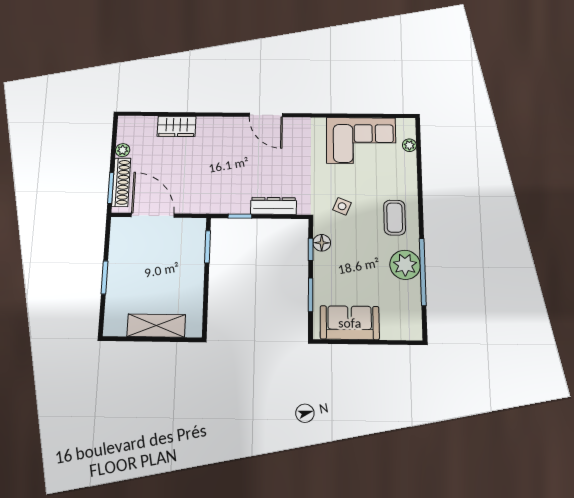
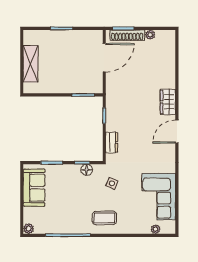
wardrobe: (177, 126) -> (168, 102), moved
dresser: (273, 206) -> (112, 142), width x0.70
plant: (405, 265) -> (29, 229), moved, width x0.53, depth x0.53

